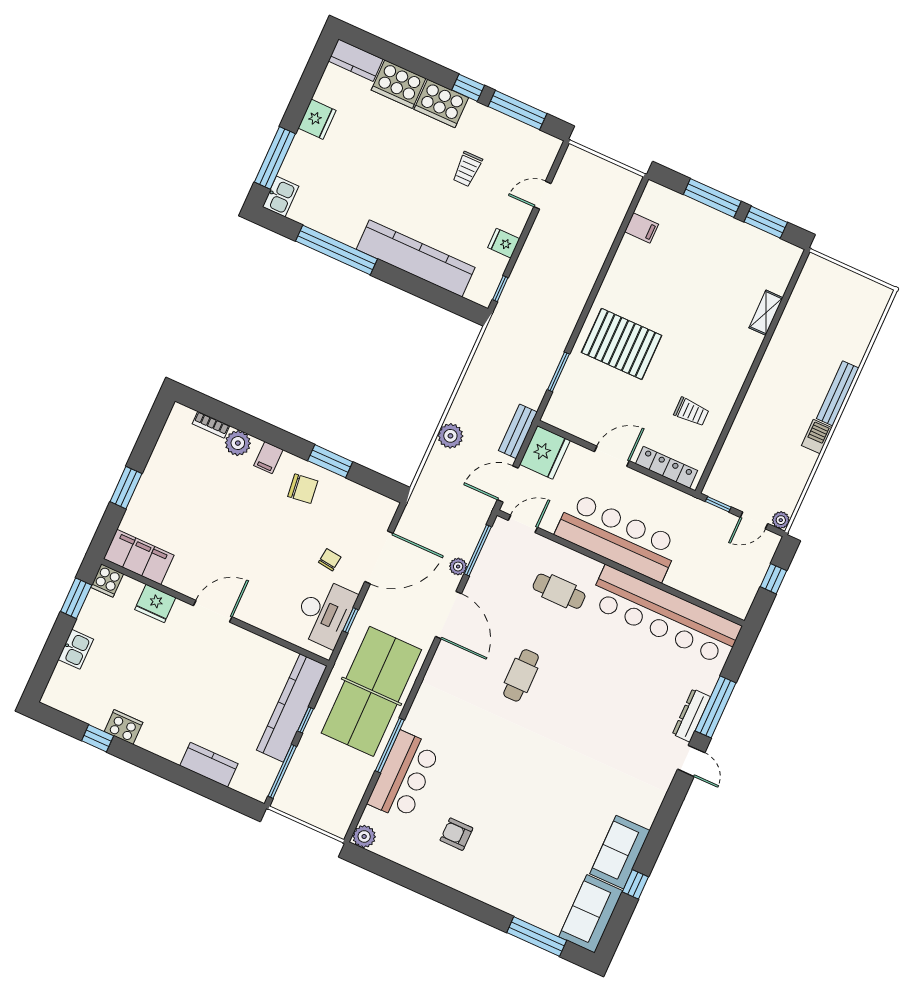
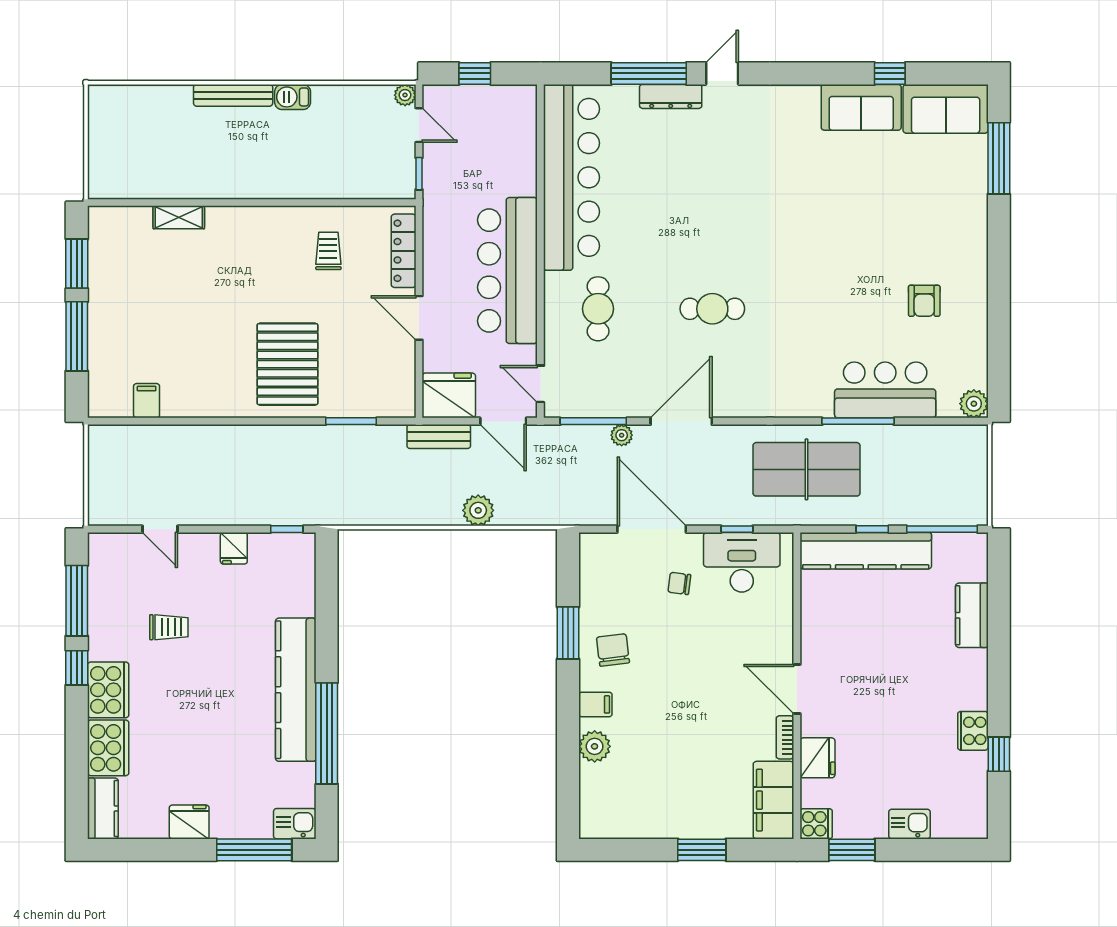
kitchen counter: (416, 258) -> (296, 690), moved
bookcase: (211, 425) -> (785, 737), moved, turned 180
table tennis table: (371, 691) -> (806, 469), width x0.73, depth x0.76

